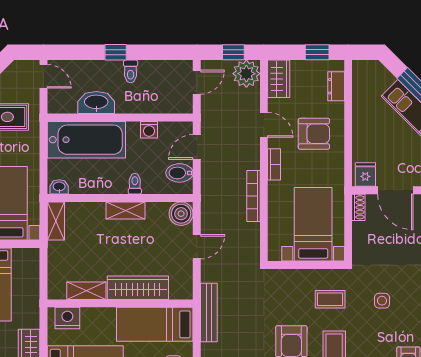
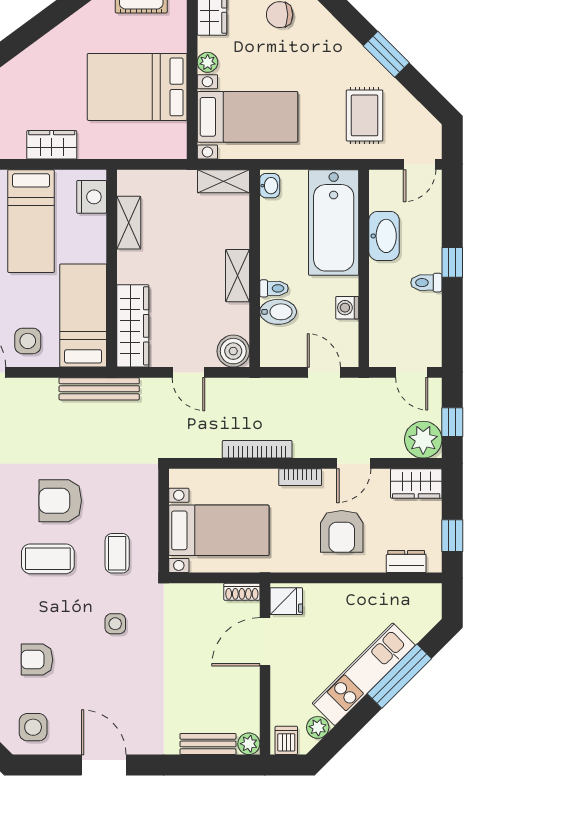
bidet: (179, 173) -> (278, 312), moved, turned 90
wardrobe: (138, 288) -> (133, 326), moved

